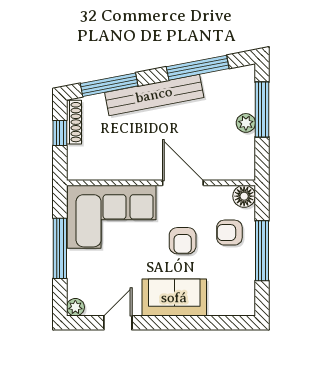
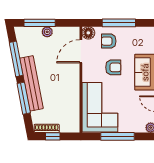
window: (109, 85) -> (24, 98), moved
door: (183, 183) -> (81, 51), moved
armchair: (229, 233) -> (109, 41), turned 90

